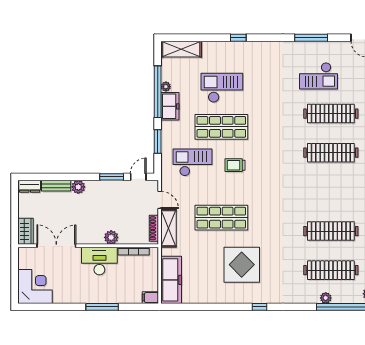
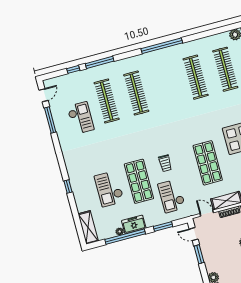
window: (311, 38) -> (50, 120), moved
door: (160, 200) -> (207, 213), hinge flipped

